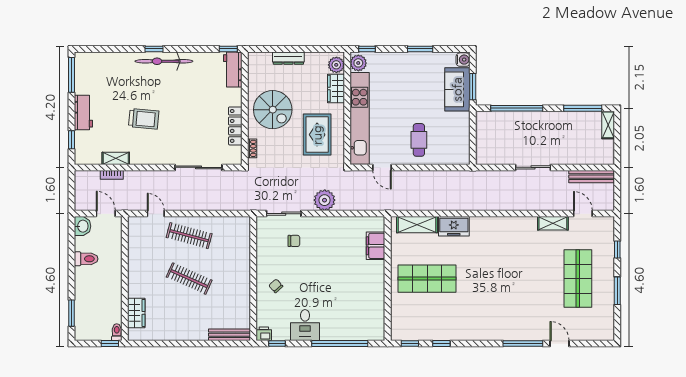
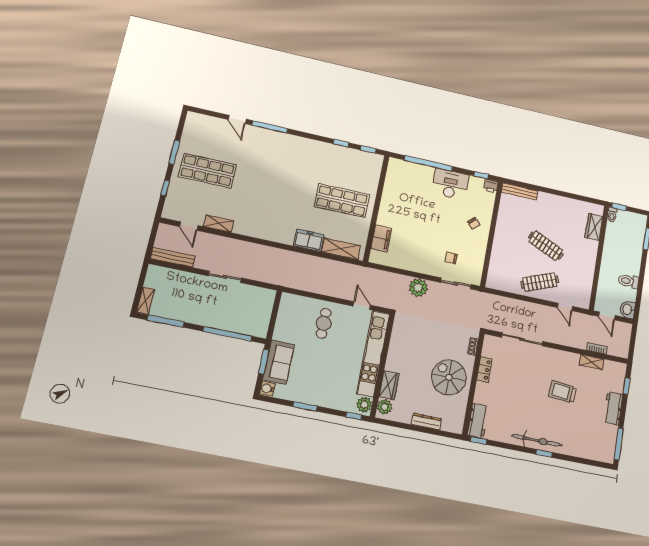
locker: (235, 126) -> (484, 369), width x0.66
rug: (317, 135) -> (414, 347), removed
clothes rail: (189, 236) -> (540, 282), turned -36
shop shelf: (578, 279) -> (207, 171), turned 90
desk: (305, 325) -> (450, 184), width x1.37

